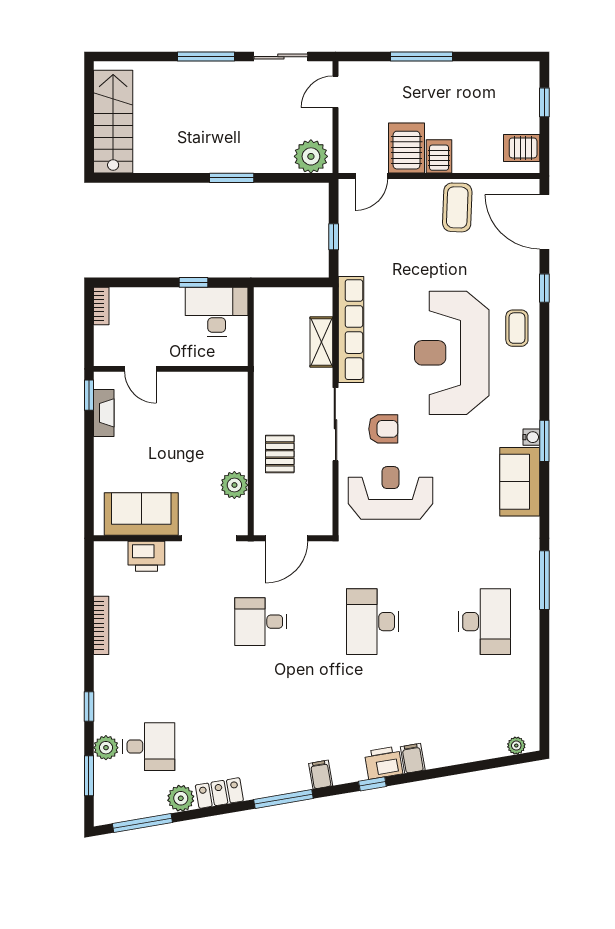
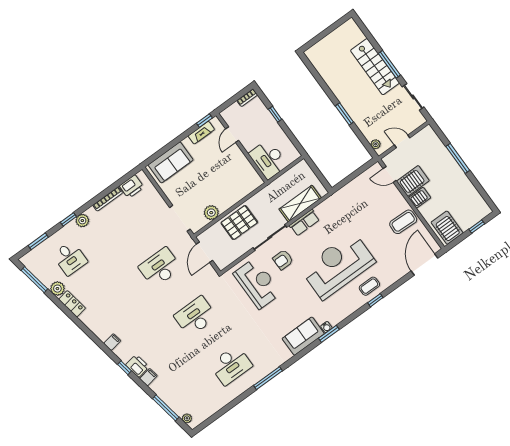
door: (335, 92) -> (402, 141), moved
stairs: (113, 122) -> (375, 67), moved, turned 90
server rack: (522, 148) -> (447, 228), width x1.36, depth x1.44
plant: (311, 156) -> (376, 144), width x0.53, depth x0.53
window: (334, 237) -> (351, 177), removed
window: (193, 282) -> (275, 114), moved
window: (544, 288) -> (375, 300), moved
desk: (217, 312) -> (268, 159), moved, turned 180
row of seats: (351, 330) -> (304, 223), width x0.50
shelving: (321, 342) -> (300, 204), width x1.50, depth x1.33
armchair: (383, 429) -> (283, 260), turned 90
pallet: (280, 454) -> (239, 223), width x1.50, depth x1.42
sofa: (141, 514) -> (171, 162), moved, turned 90
door: (287, 538) -> (205, 252), hinge flipped
printer: (146, 556) -> (132, 187), moved, turned -90
desk: (261, 622) -> (160, 267), width x1.37
plant: (106, 748) -> (82, 221), moved
window: (283, 799) -> (166, 408), moved

